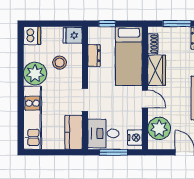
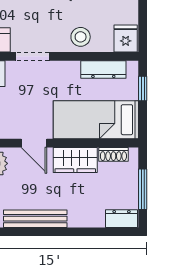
dresser: (94, 56) -> (103, 70), width x1.44
stool: (60, 63) -> (81, 37), moved
door: (145, 99) -> (34, 143), hinge flipped

